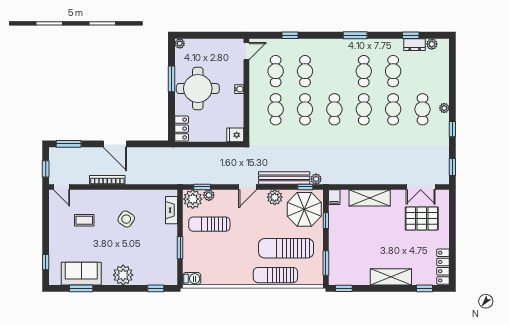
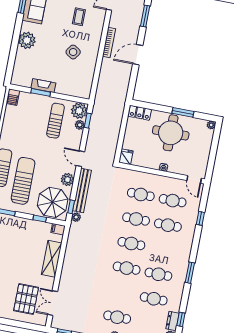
cafe table: (393, 109) -> (122, 293), removed
fireplace: (172, 210) -> (43, 86), moved
window: (156, 288) -> (11, 65), removed

